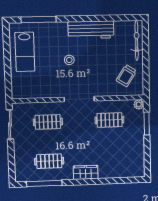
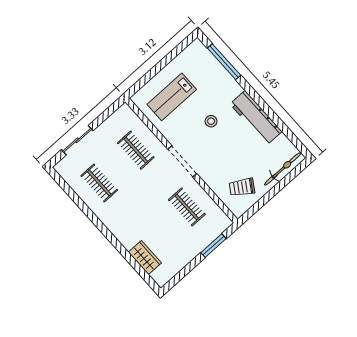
lab bench: (25, 52) -> (172, 97), moved
plant: (139, 104) -> (225, 222), removed
sliding door: (10, 124) -> (77, 140), moved
wardrobe: (86, 172) -> (145, 258), moved
window: (44, 183) -> (74, 196), removed

